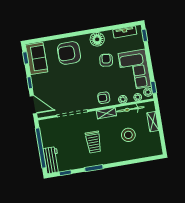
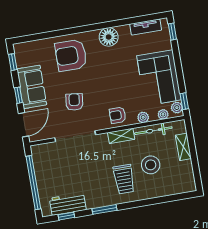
sofa: (37, 58) -> (32, 87), moved
armchair: (106, 60) -> (74, 102), moved
door: (33, 105) -> (24, 125), hinge flipped
trolley: (93, 142) -> (124, 179), moved
workbench: (52, 160) -> (68, 204), moved, turned -90

